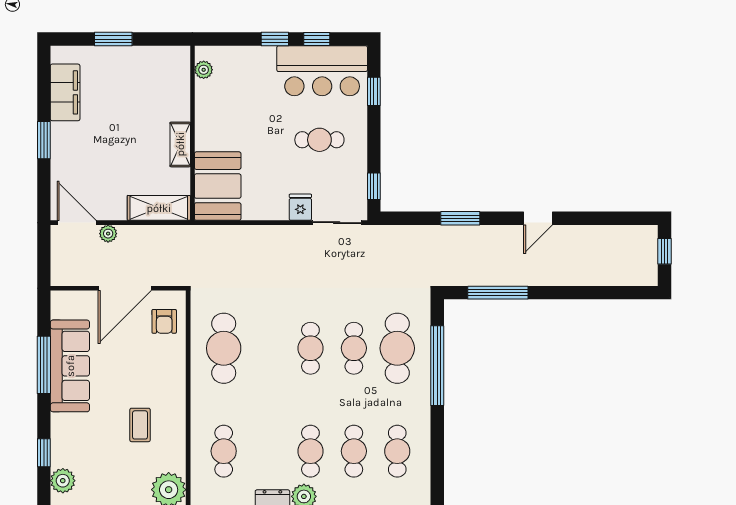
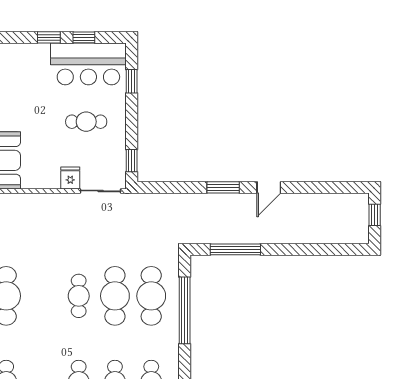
window: (460, 218) -> (223, 187), moved
cafe table: (354, 348) -> (115, 296), width x1.37, depth x1.35

